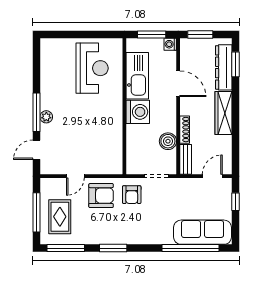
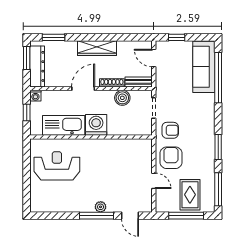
window: (152, 34) -> (27, 112), width x0.67
window: (200, 34) -> (27, 58), moved
dresser: (224, 67) -> (37, 66), moved, turned -90
door: (178, 84) -> (83, 89), moved
rug: (60, 217) -> (190, 195), turned 90

